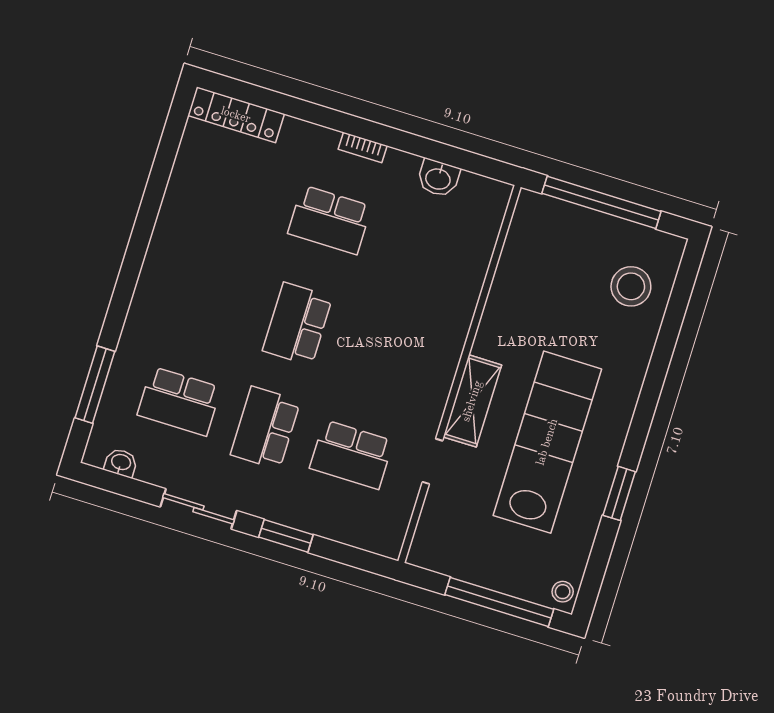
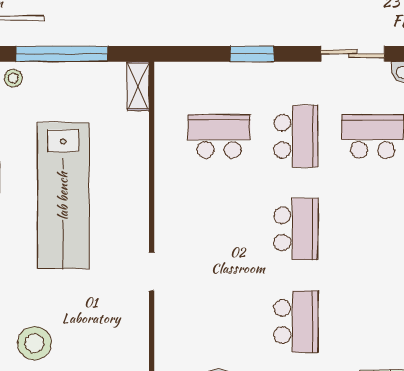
school desk: (330, 220) -> (296, 321), turned 90
shelving: (472, 401) -> (138, 86), moved, width x0.67, depth x0.75
doorway: (433, 461) -> (152, 272), moved
sliding door: (198, 509) -> (353, 54), moved

